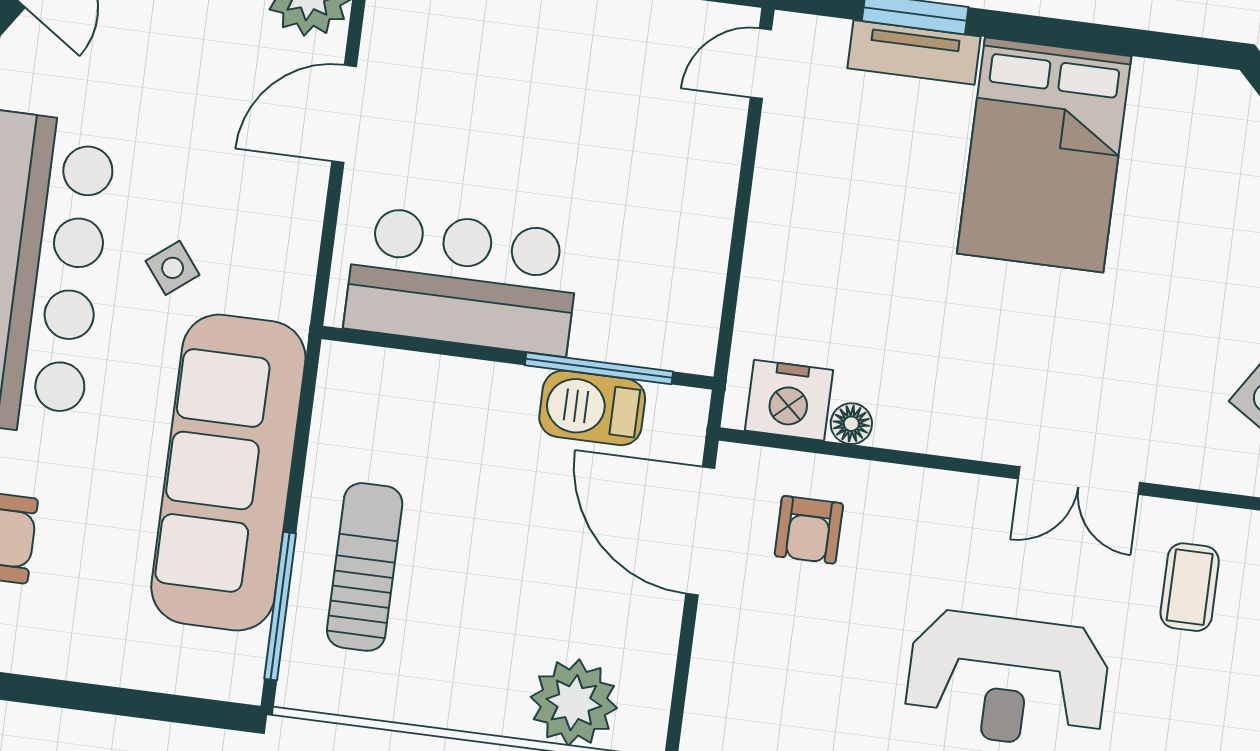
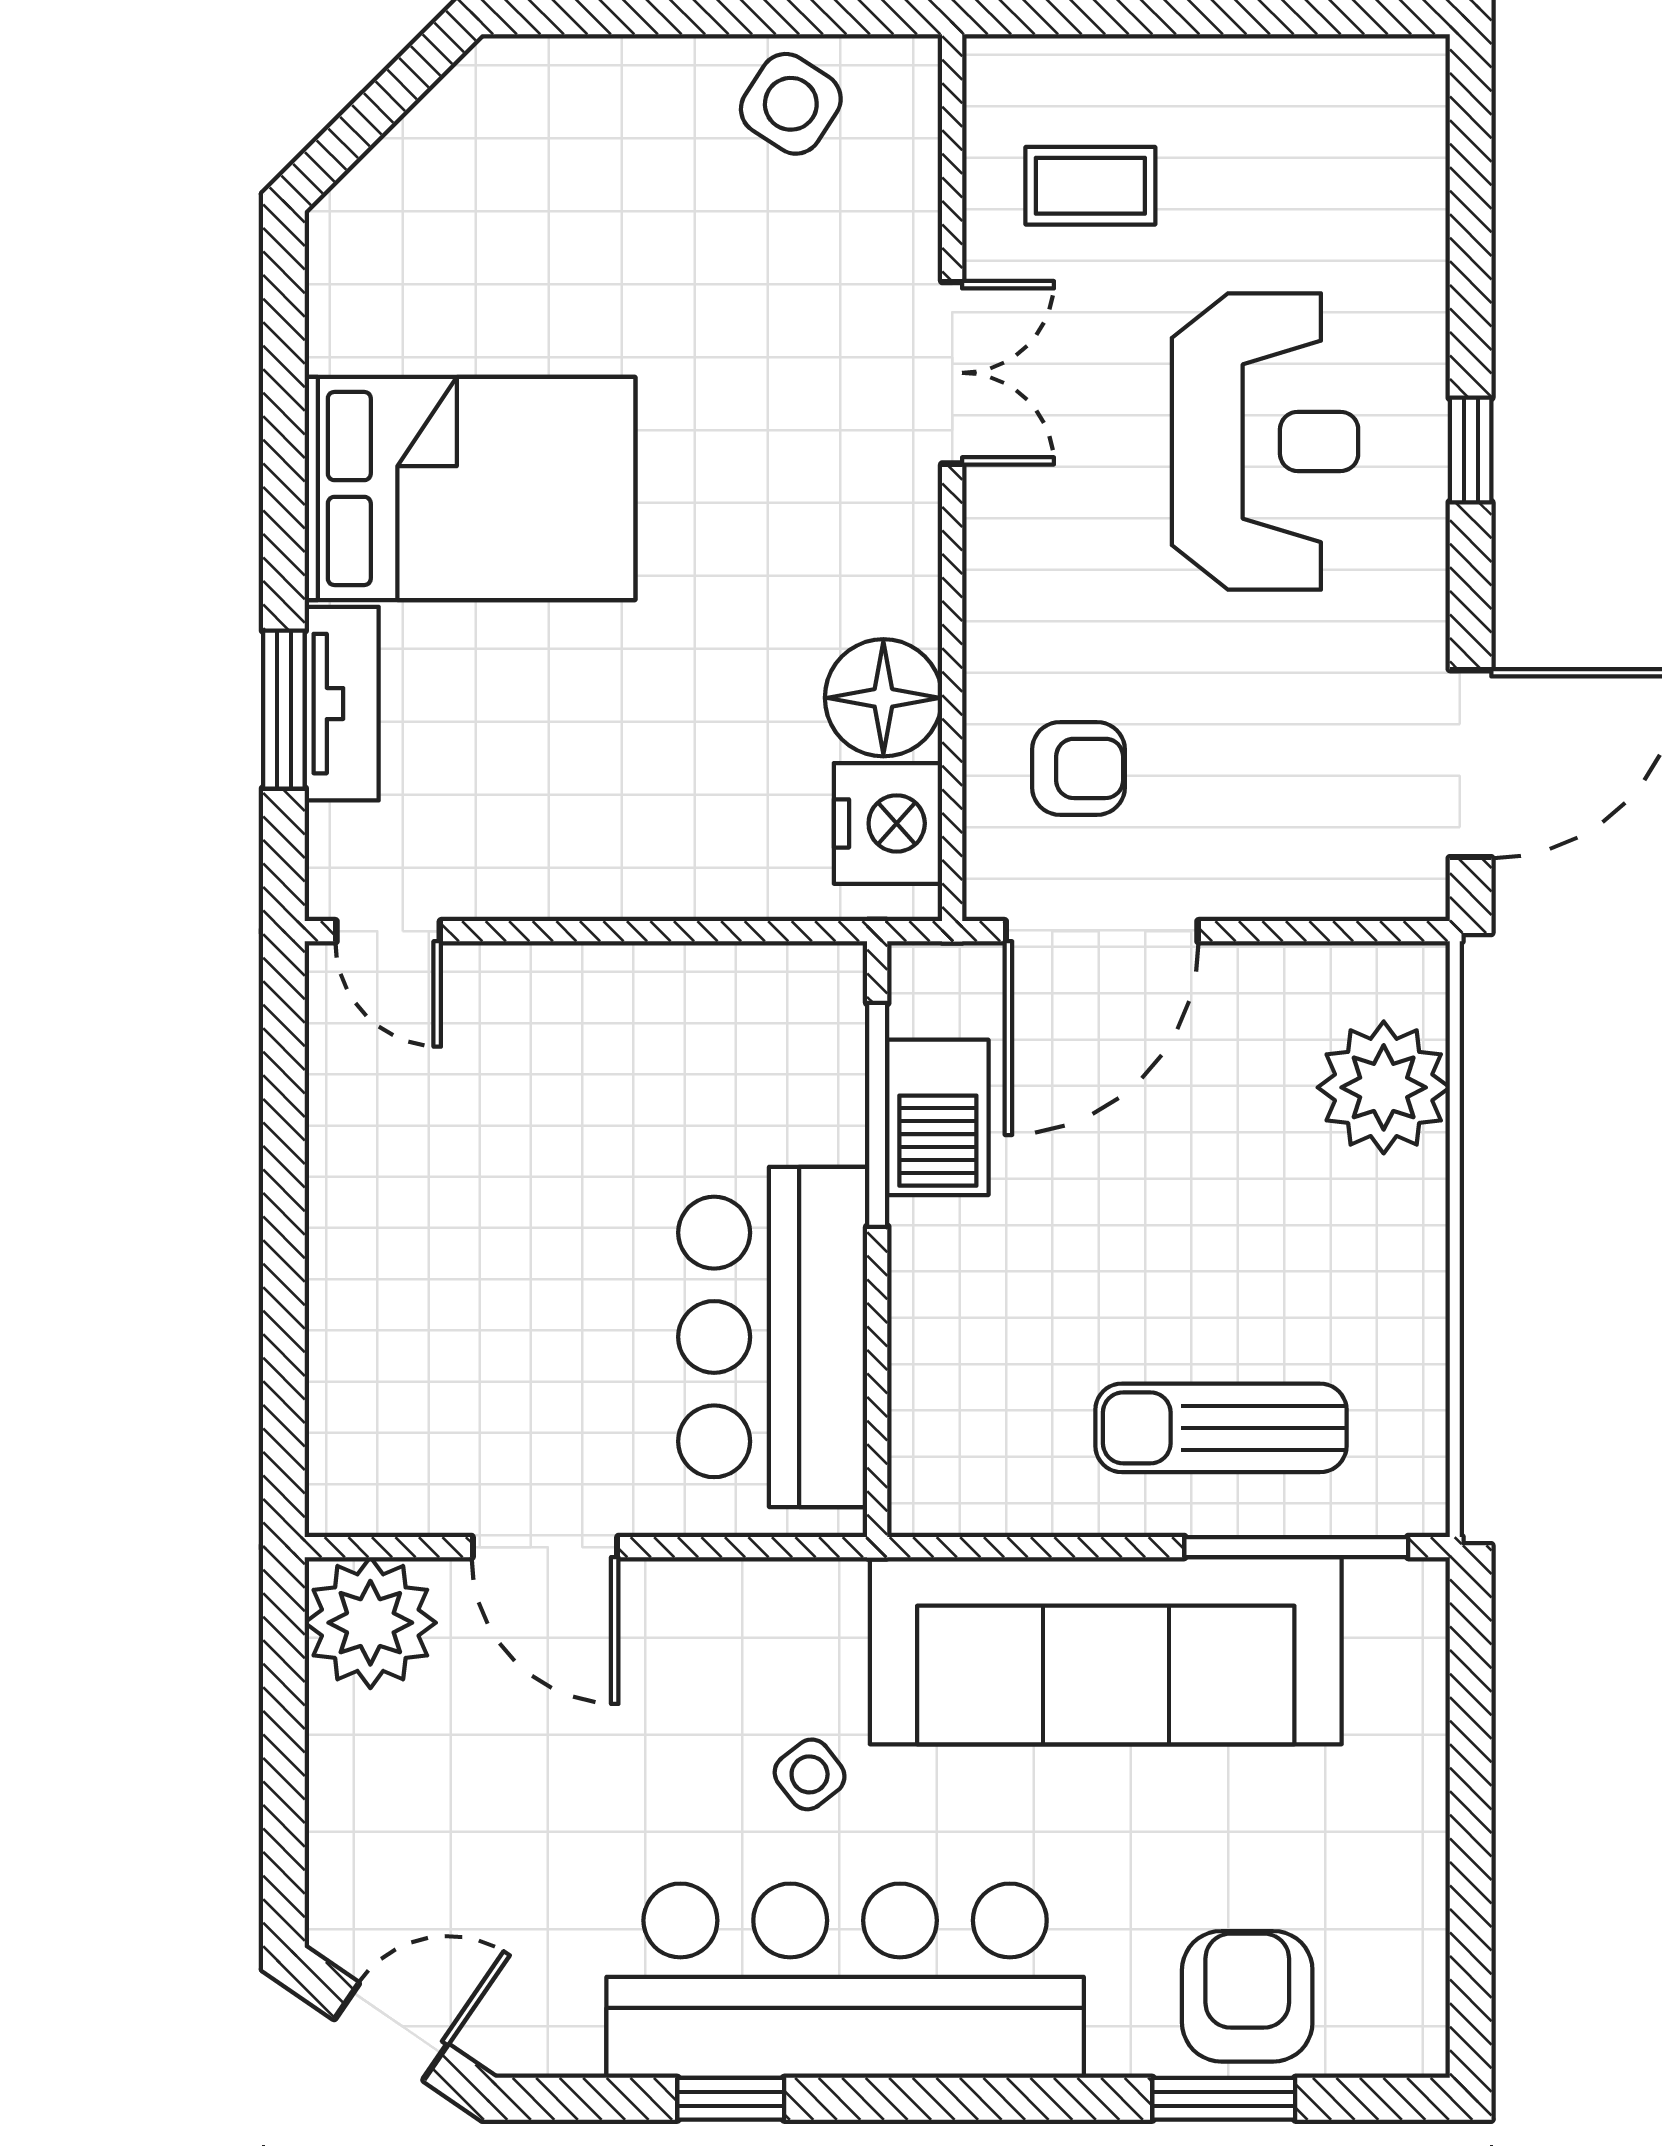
floor lamp: (851, 424) -> (883, 698), width x1.89, depth x1.89

